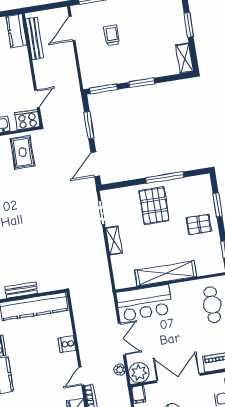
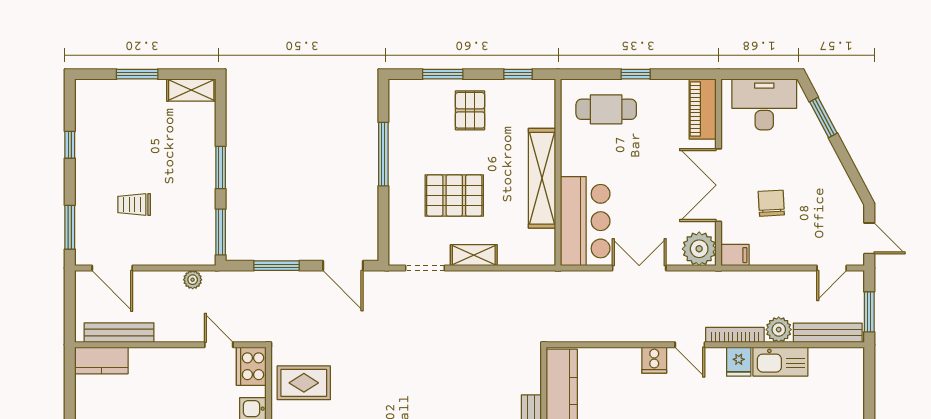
pallet: (154, 206) -> (454, 196), moved
cooker: (67, 344) -> (654, 360), moved
plant: (120, 370) -> (193, 280), moved

